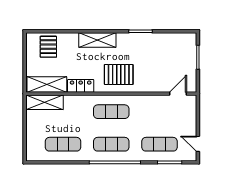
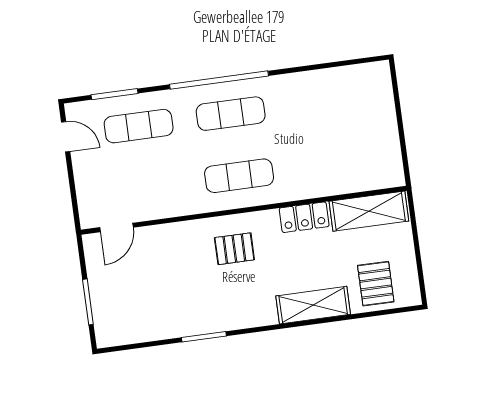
shelving: (97, 40) -> (313, 305), moved
pallet: (119, 74) -> (234, 249), width x0.67, depth x0.71
shelving: (45, 102) -> (369, 176), removed
exercise mat: (63, 144) -> (323, 101), removed

